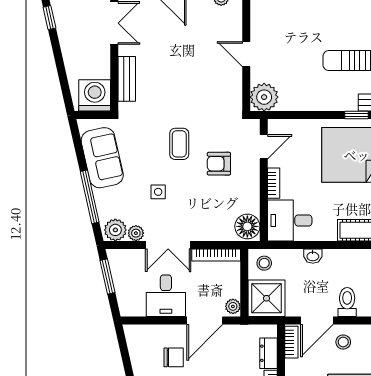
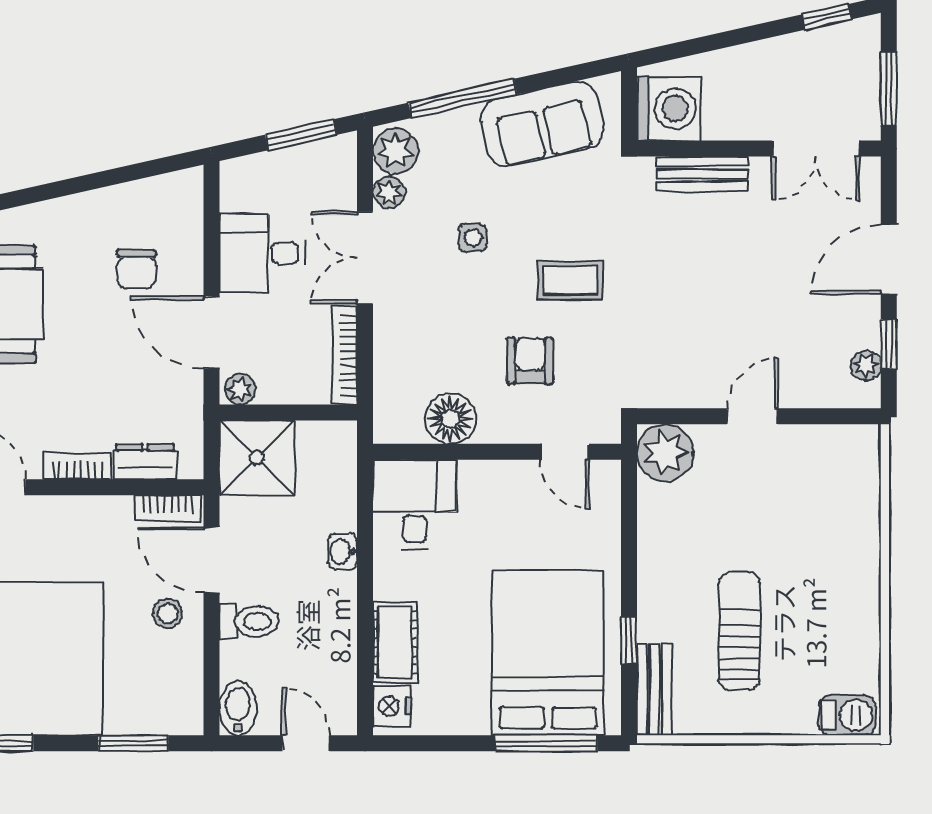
bookcase: (274, 183) -> (490, 472), removed
floor lamp: (247, 226) -> (450, 419), moved
stool: (264, 263) -> (328, 453), removed

